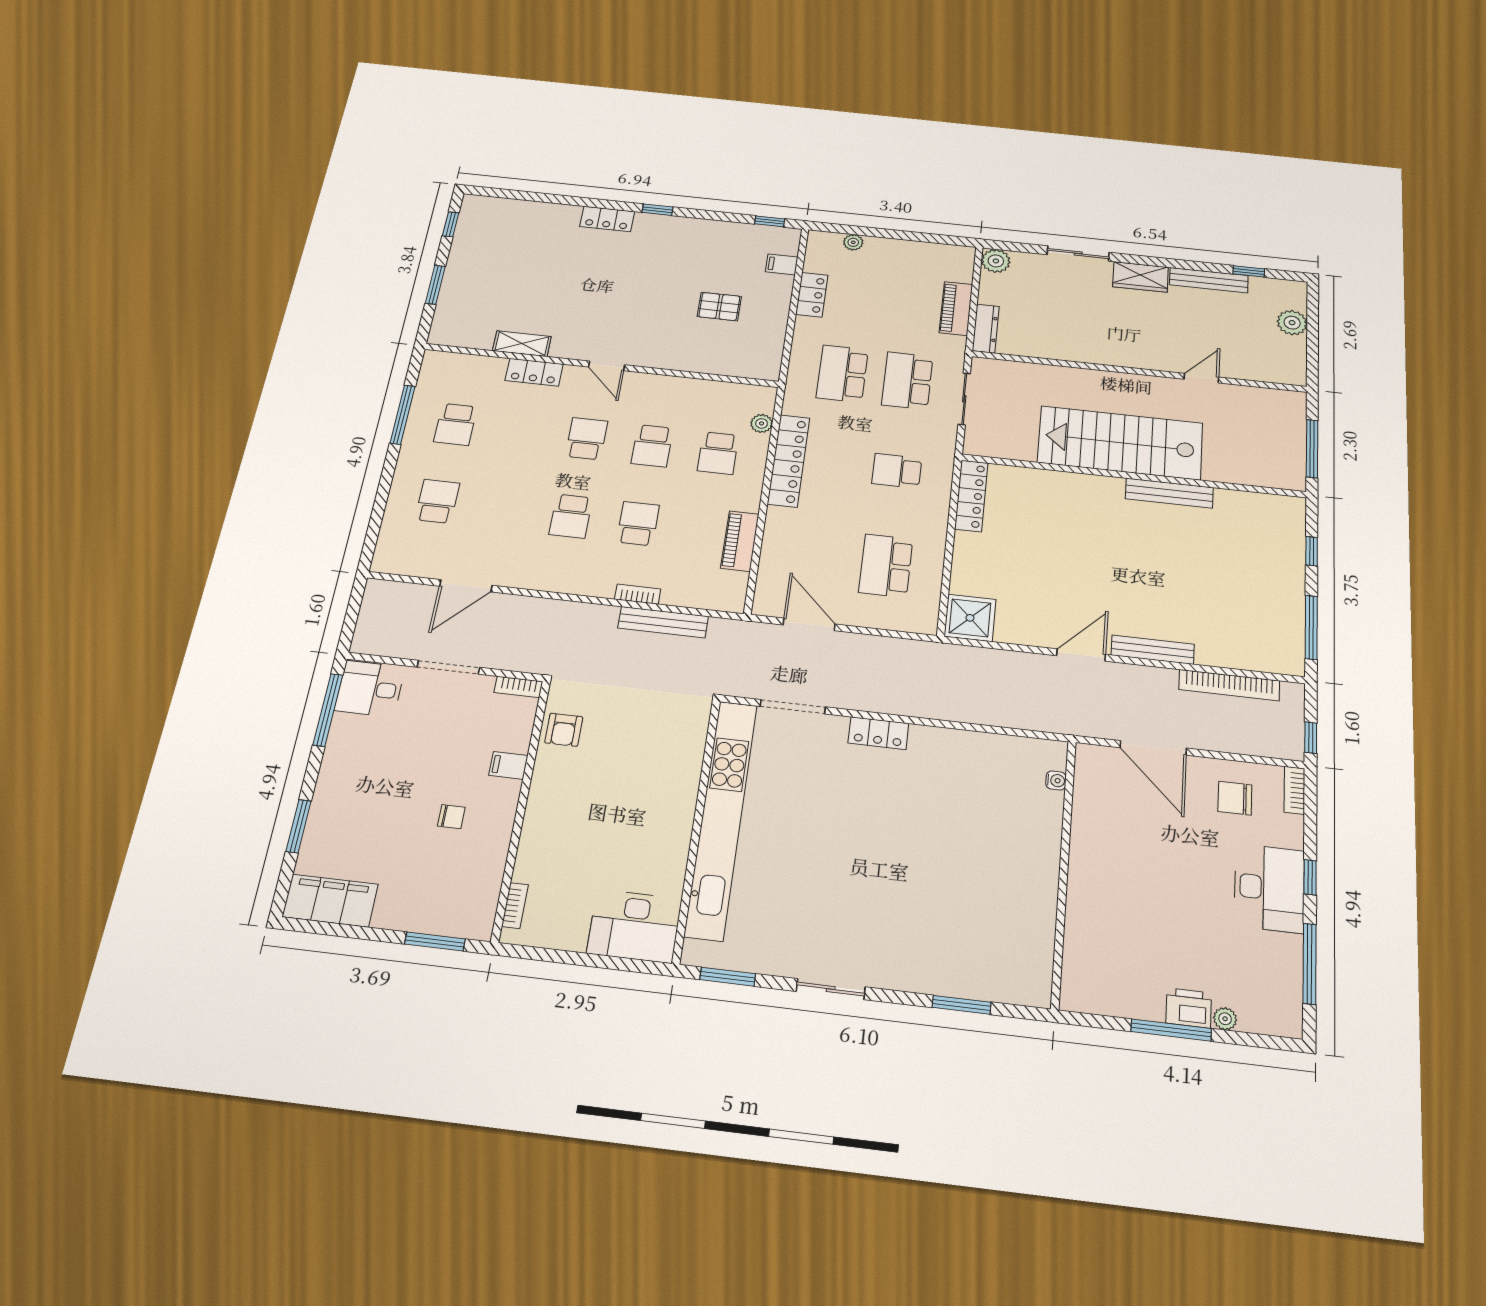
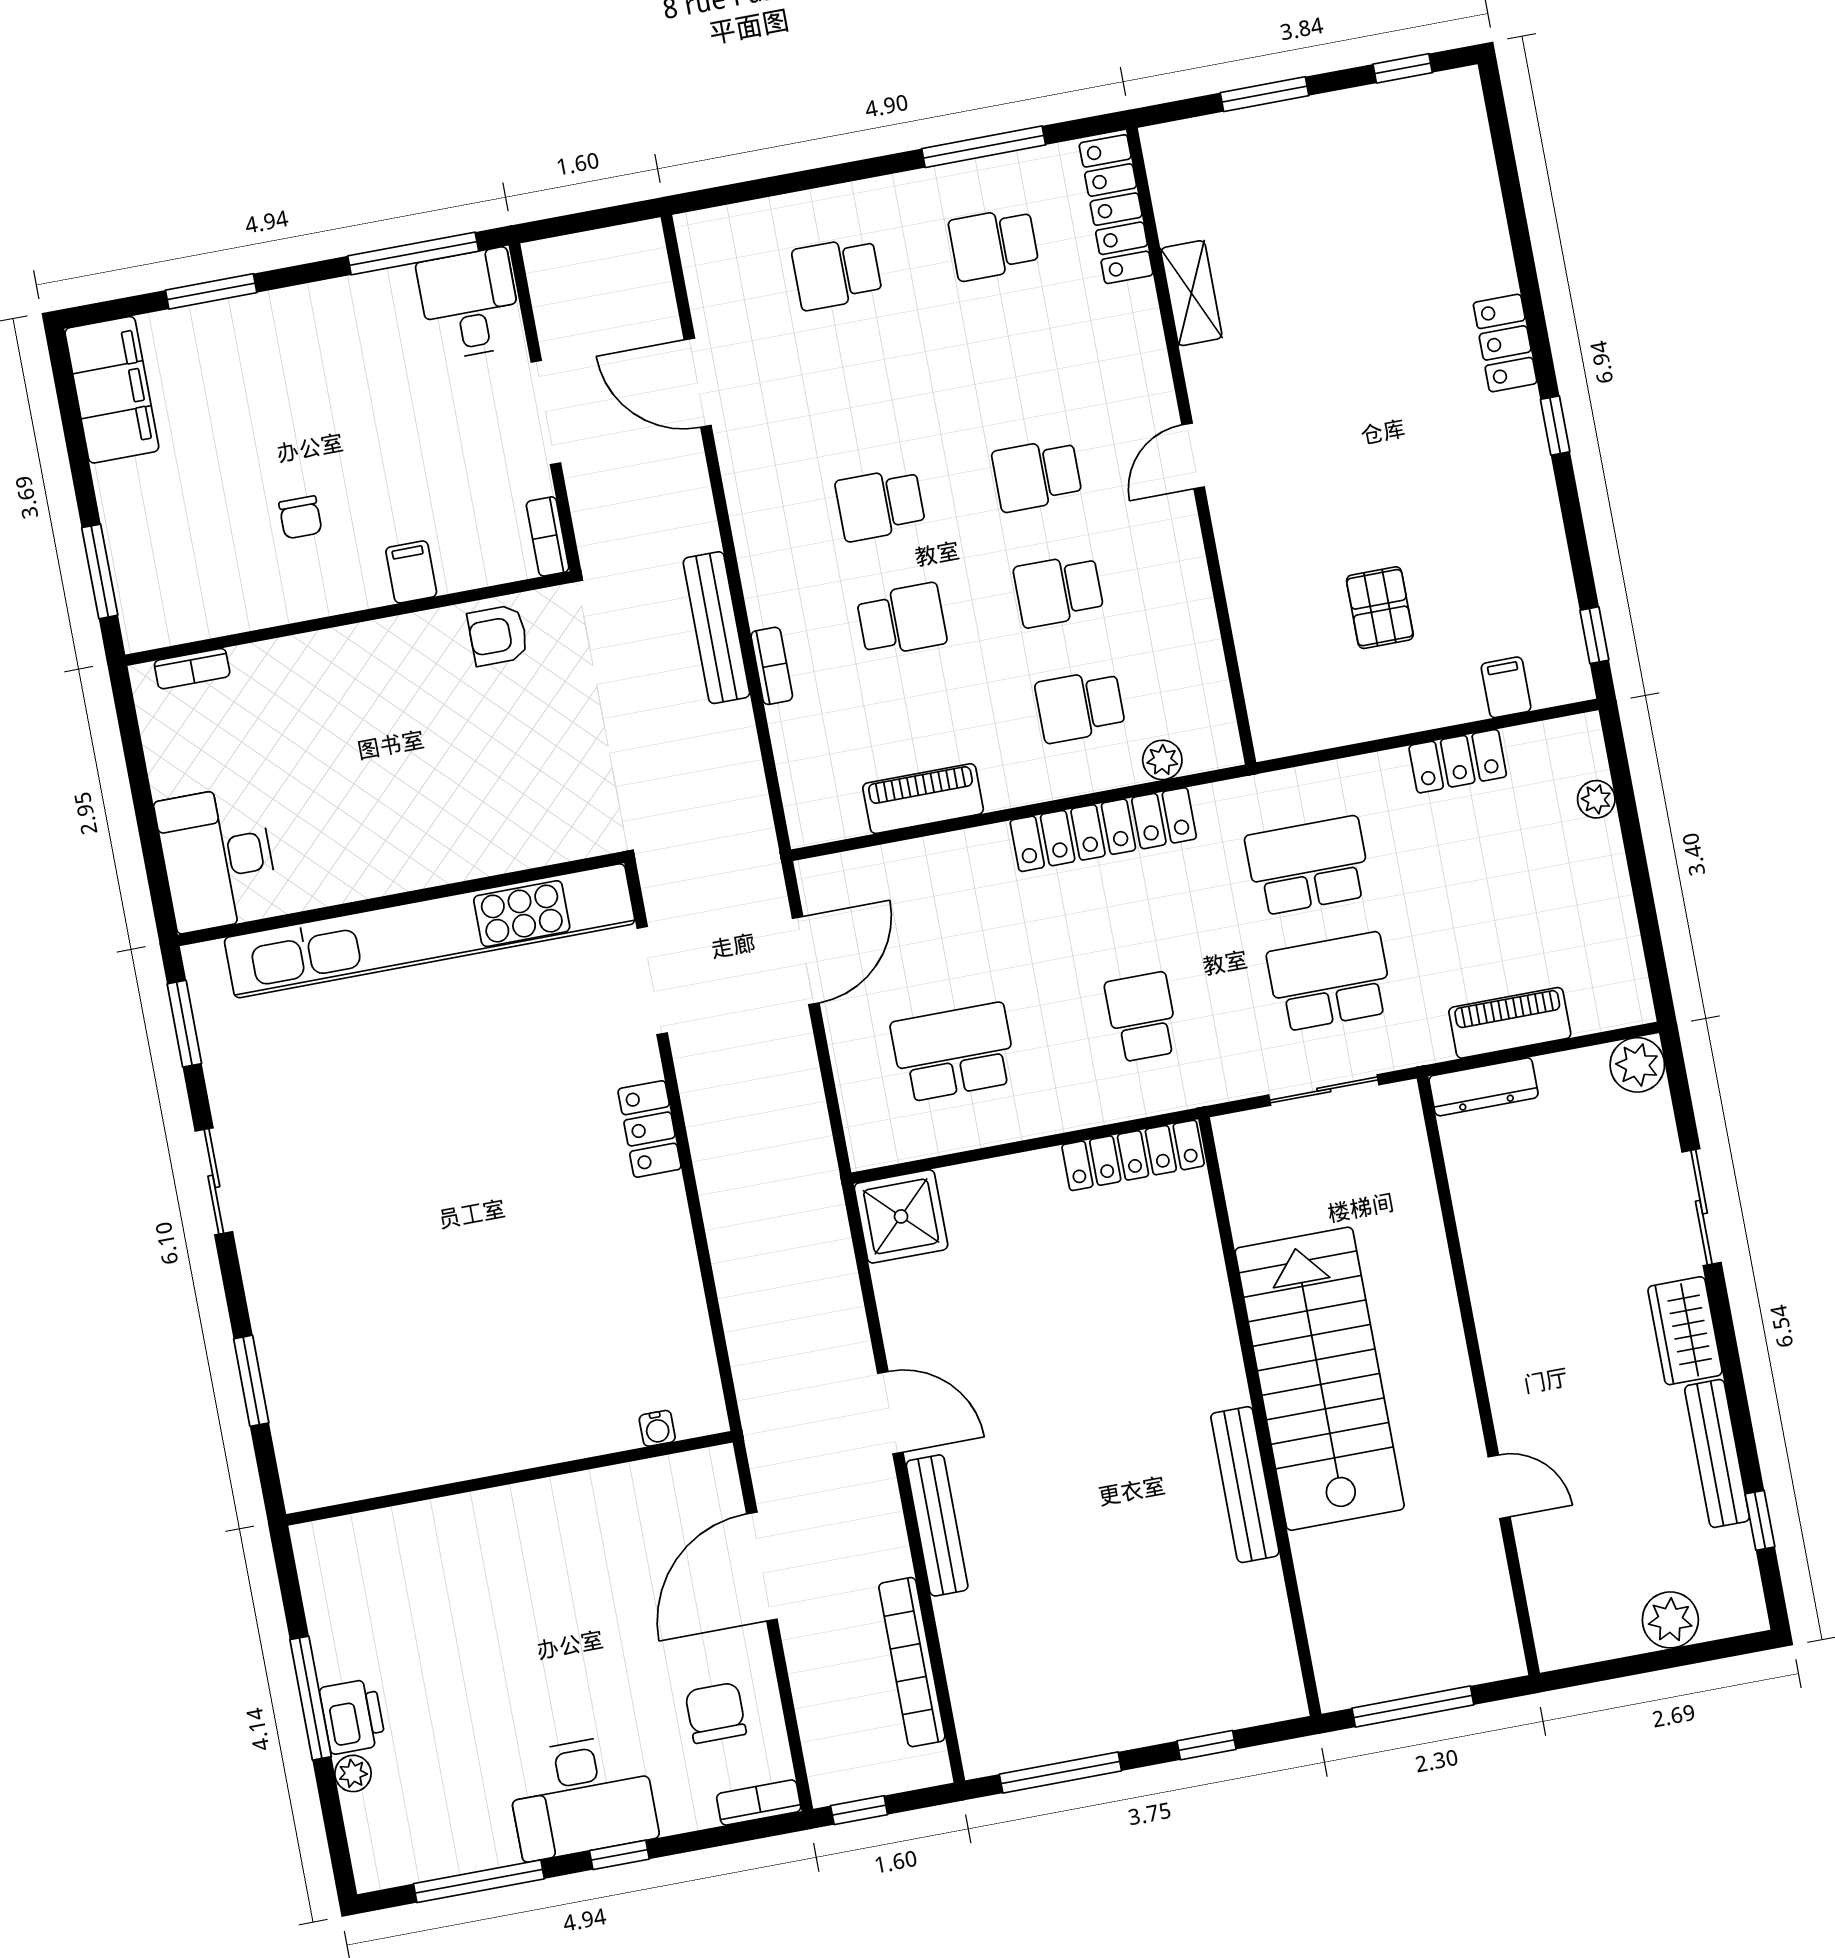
locker: (534, 372) -> (1116, 209), moved, width x1.53
school desk: (586, 439) -> (1037, 475), turned 180
school desk: (437, 501) -> (837, 273), turned 180
bench: (663, 622) -> (716, 628), moved

